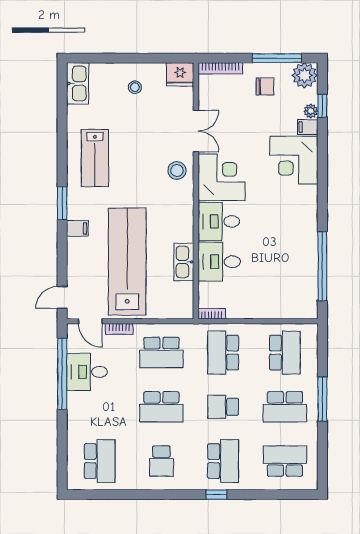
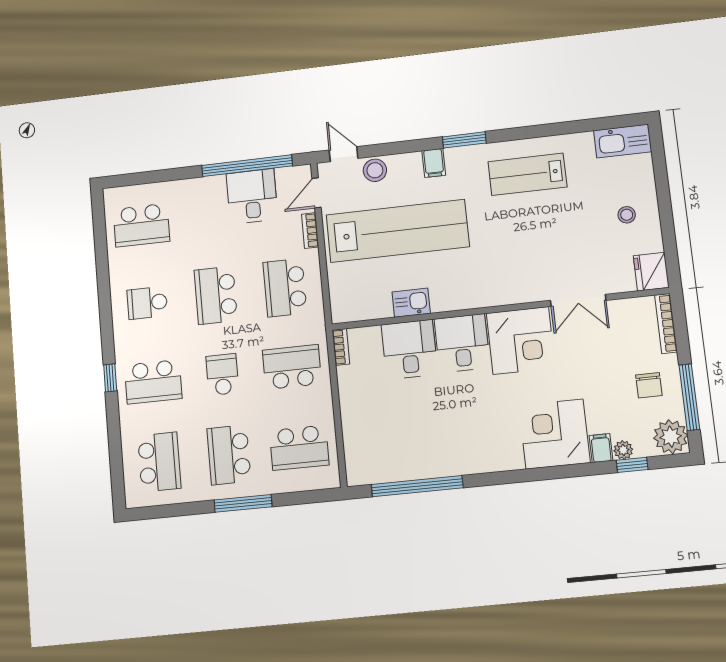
stool: (177, 170) -> (375, 170), moved
kitchen sink: (184, 262) -> (411, 303), width x0.73

